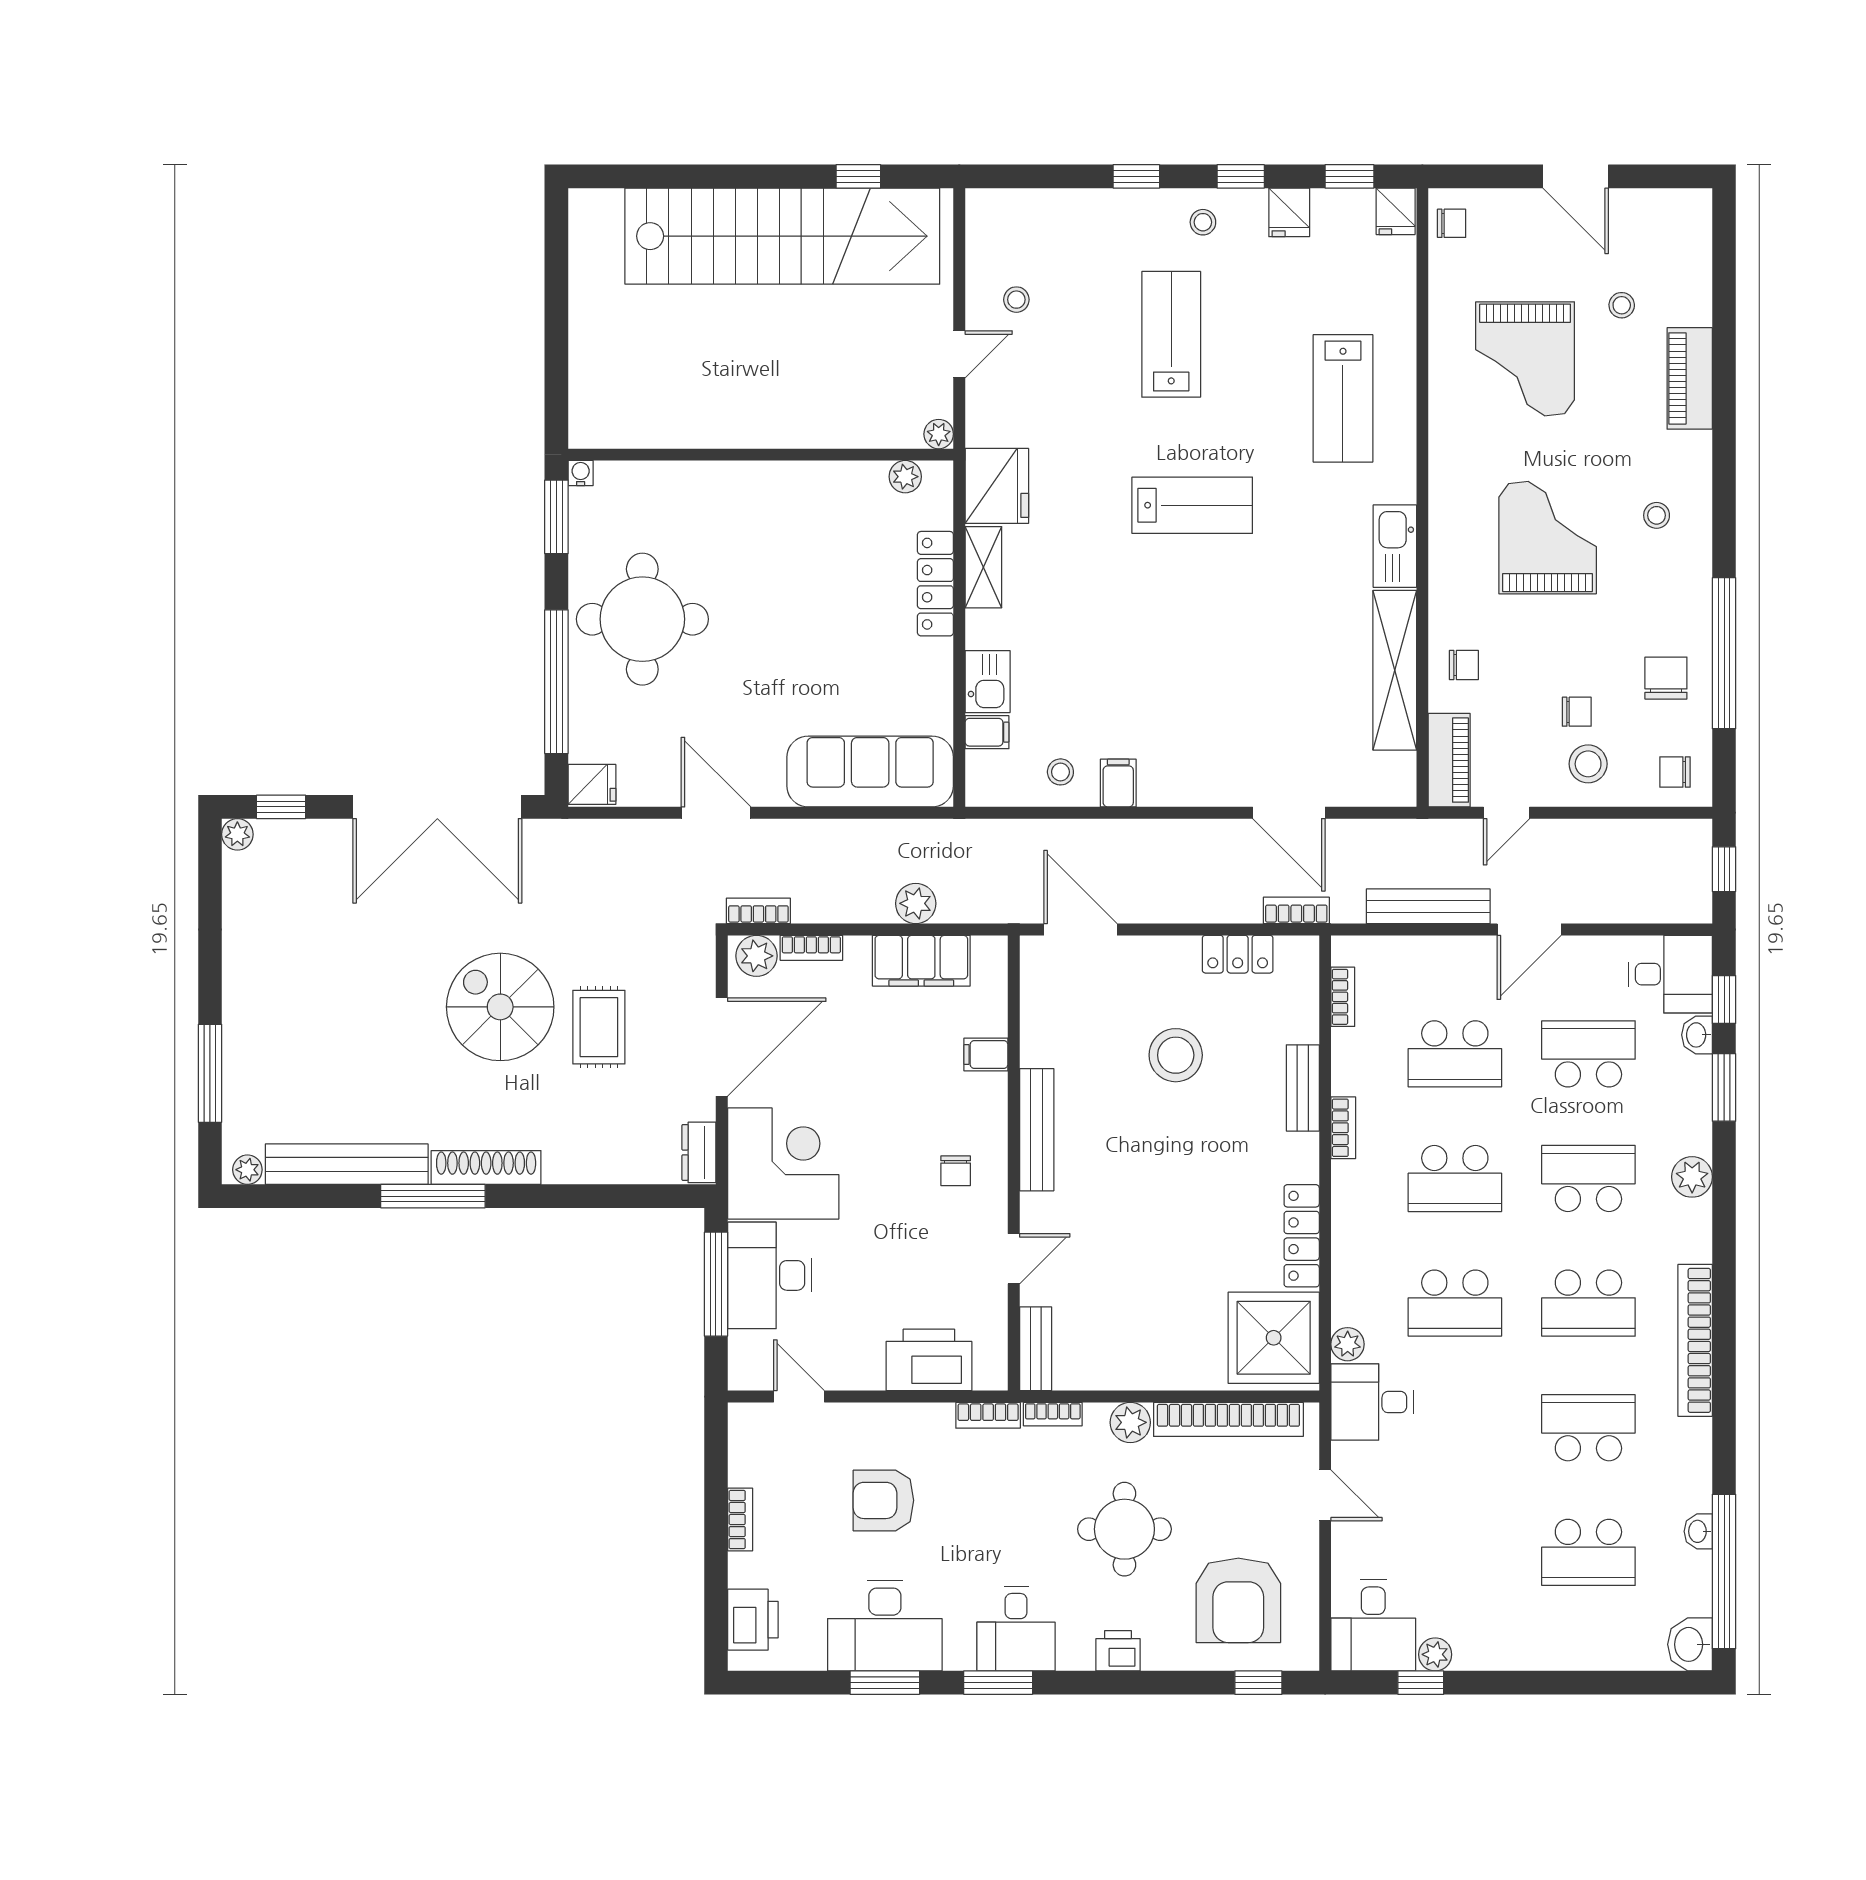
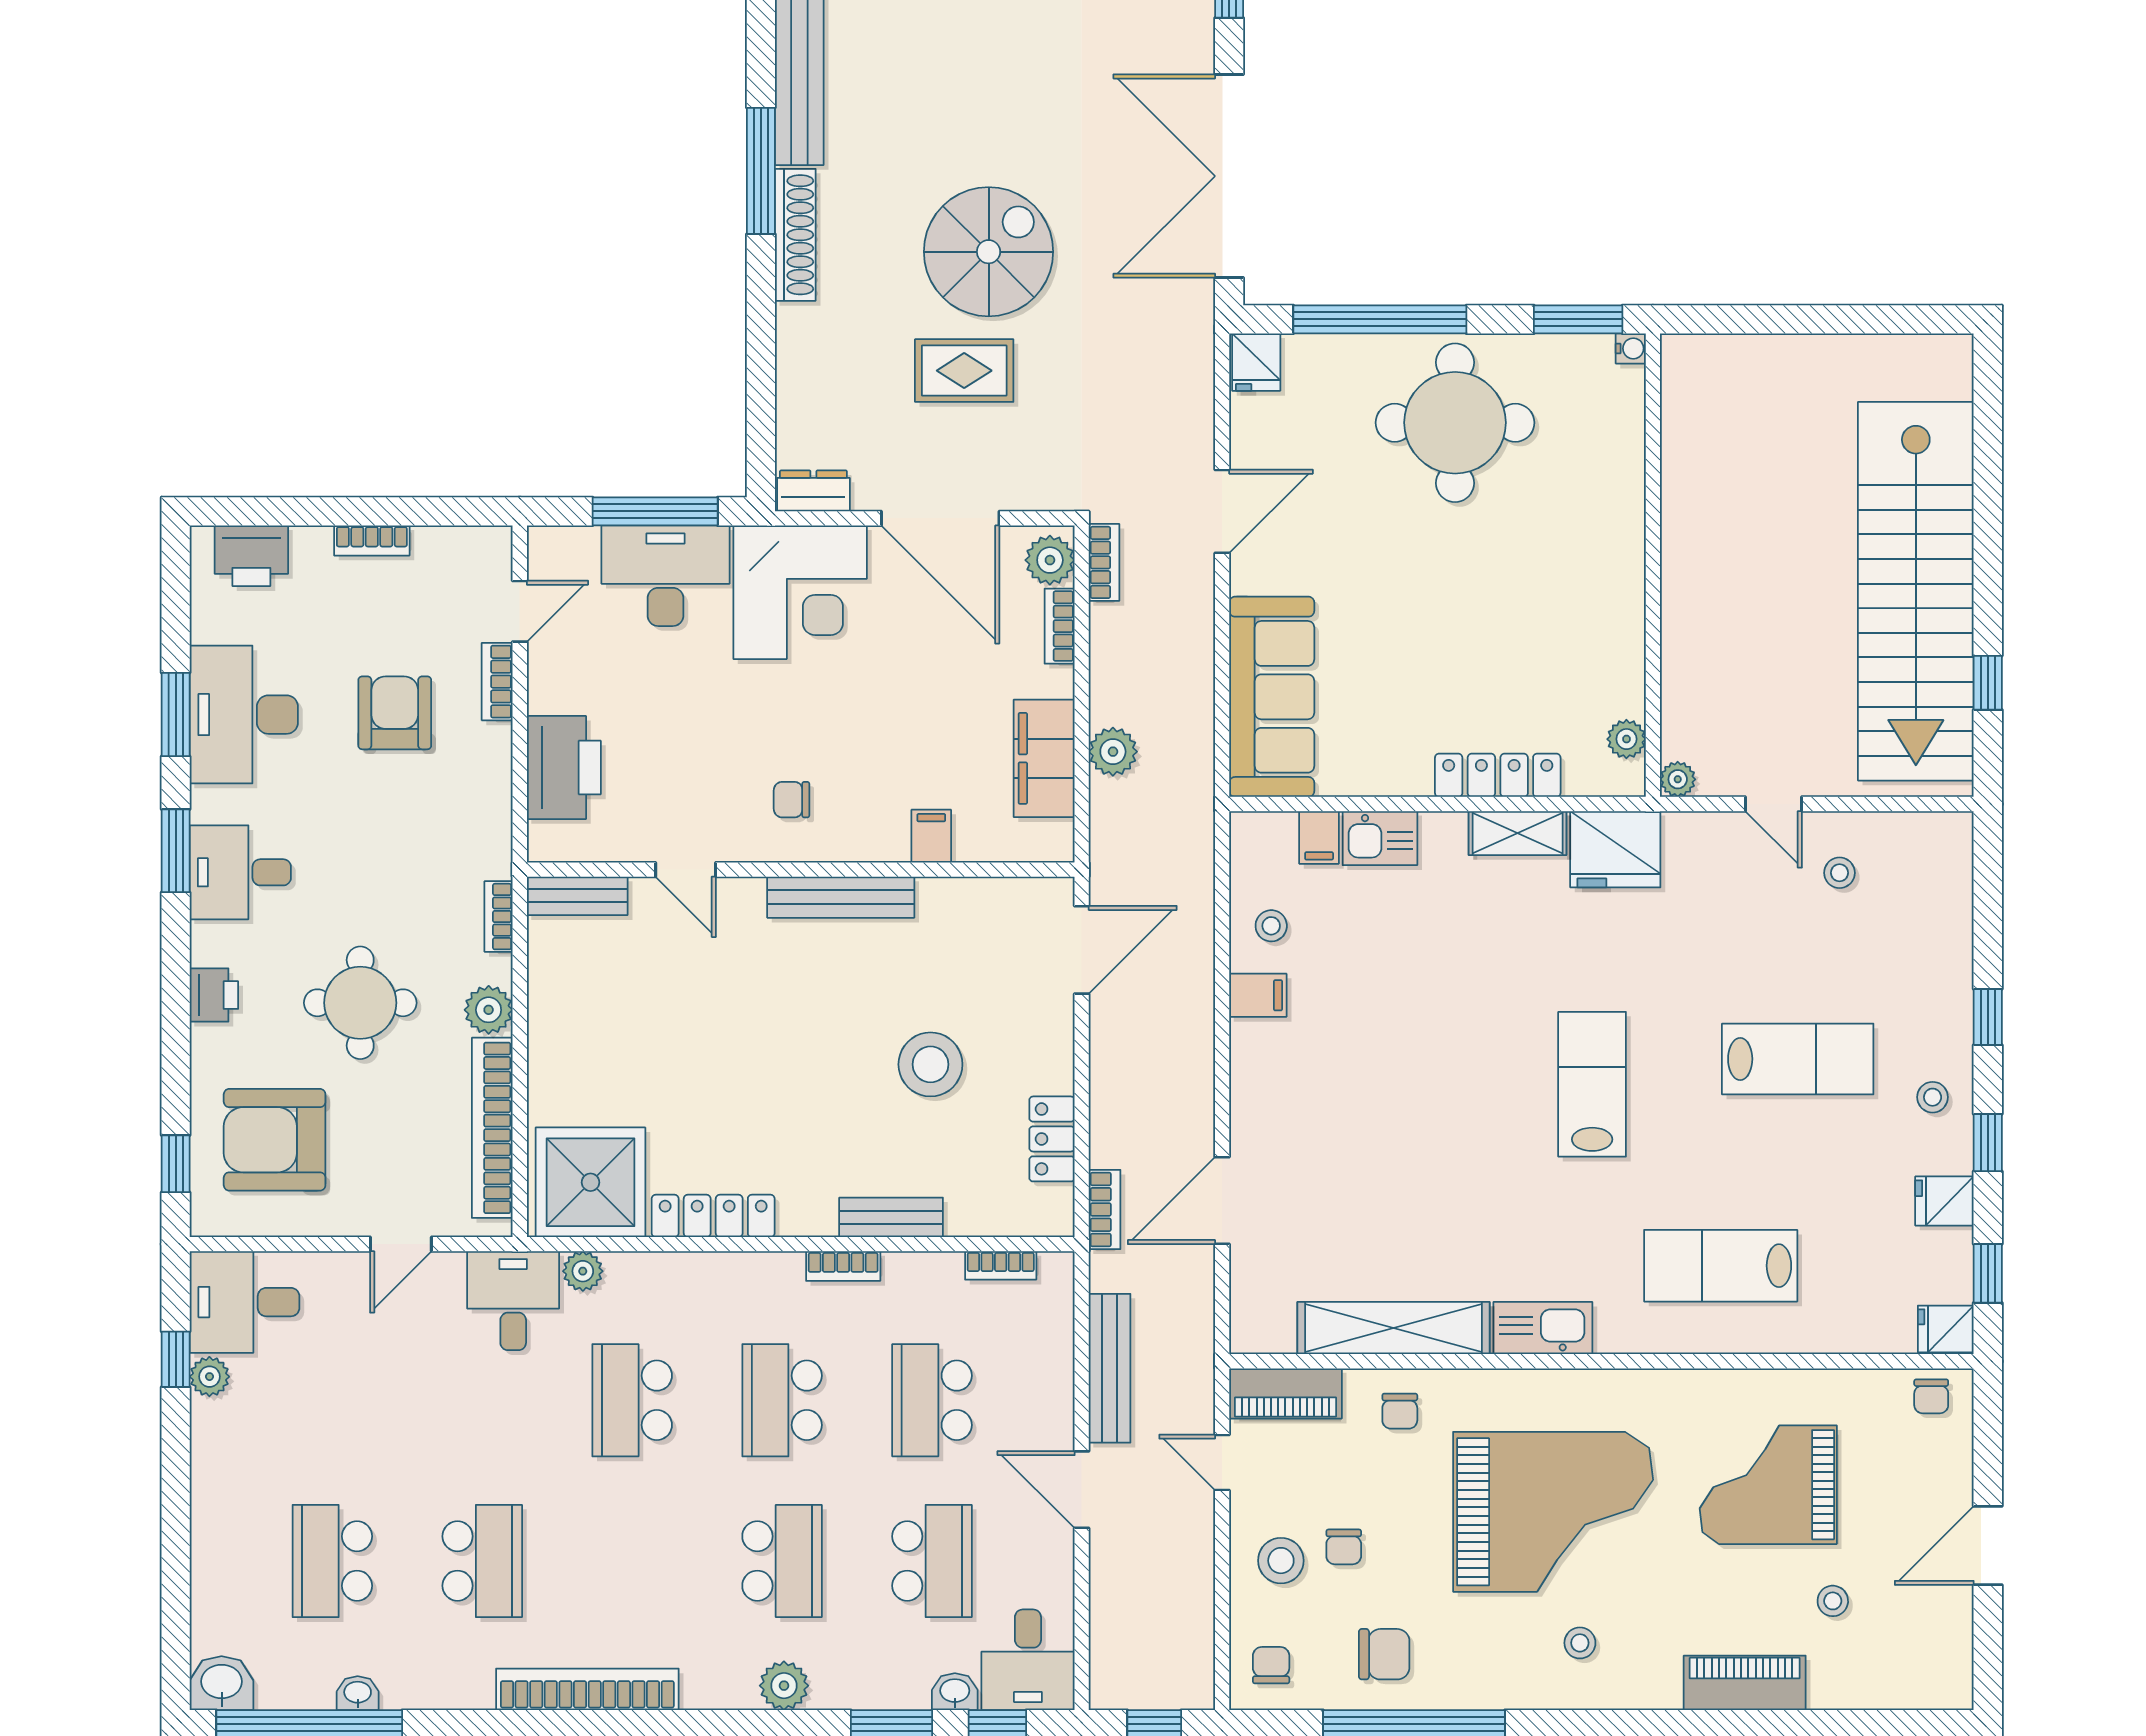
lab bench: (1192, 505) -> (1592, 1084), turned 180
grand piano: (1548, 538) -> (1553, 1512), width x1.37, depth x1.48
school desk: (1588, 1303) -> (632, 1561), removed
bookcase: (988, 1415) -> (497, 682), moved

